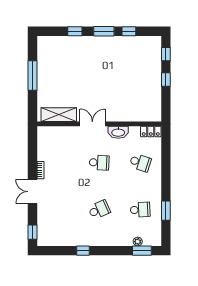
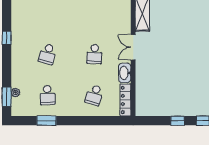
double door: (92, 124) -> (133, 47), swing flipped
locker: (151, 132) -> (125, 100), width x1.53
school desk: (99, 210) -> (47, 54), turned 39

